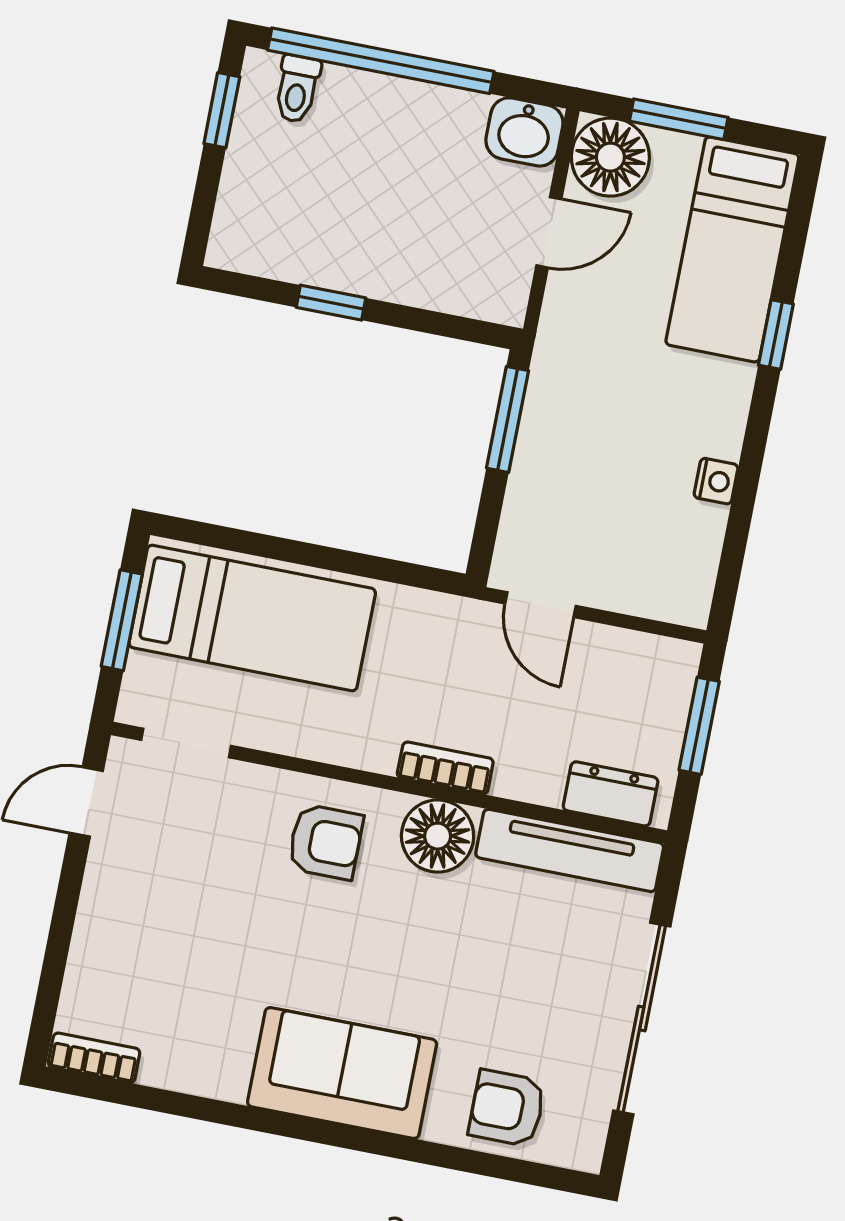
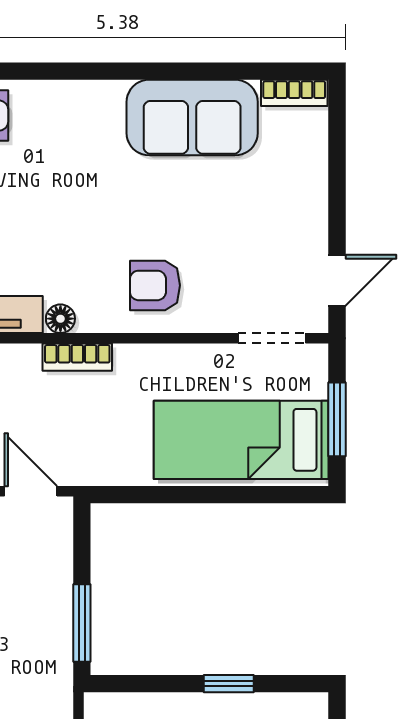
floor lamp: (438, 836) -> (60, 319), width x0.53, depth x0.53
sofa: (342, 1073) -> (192, 118), moved

